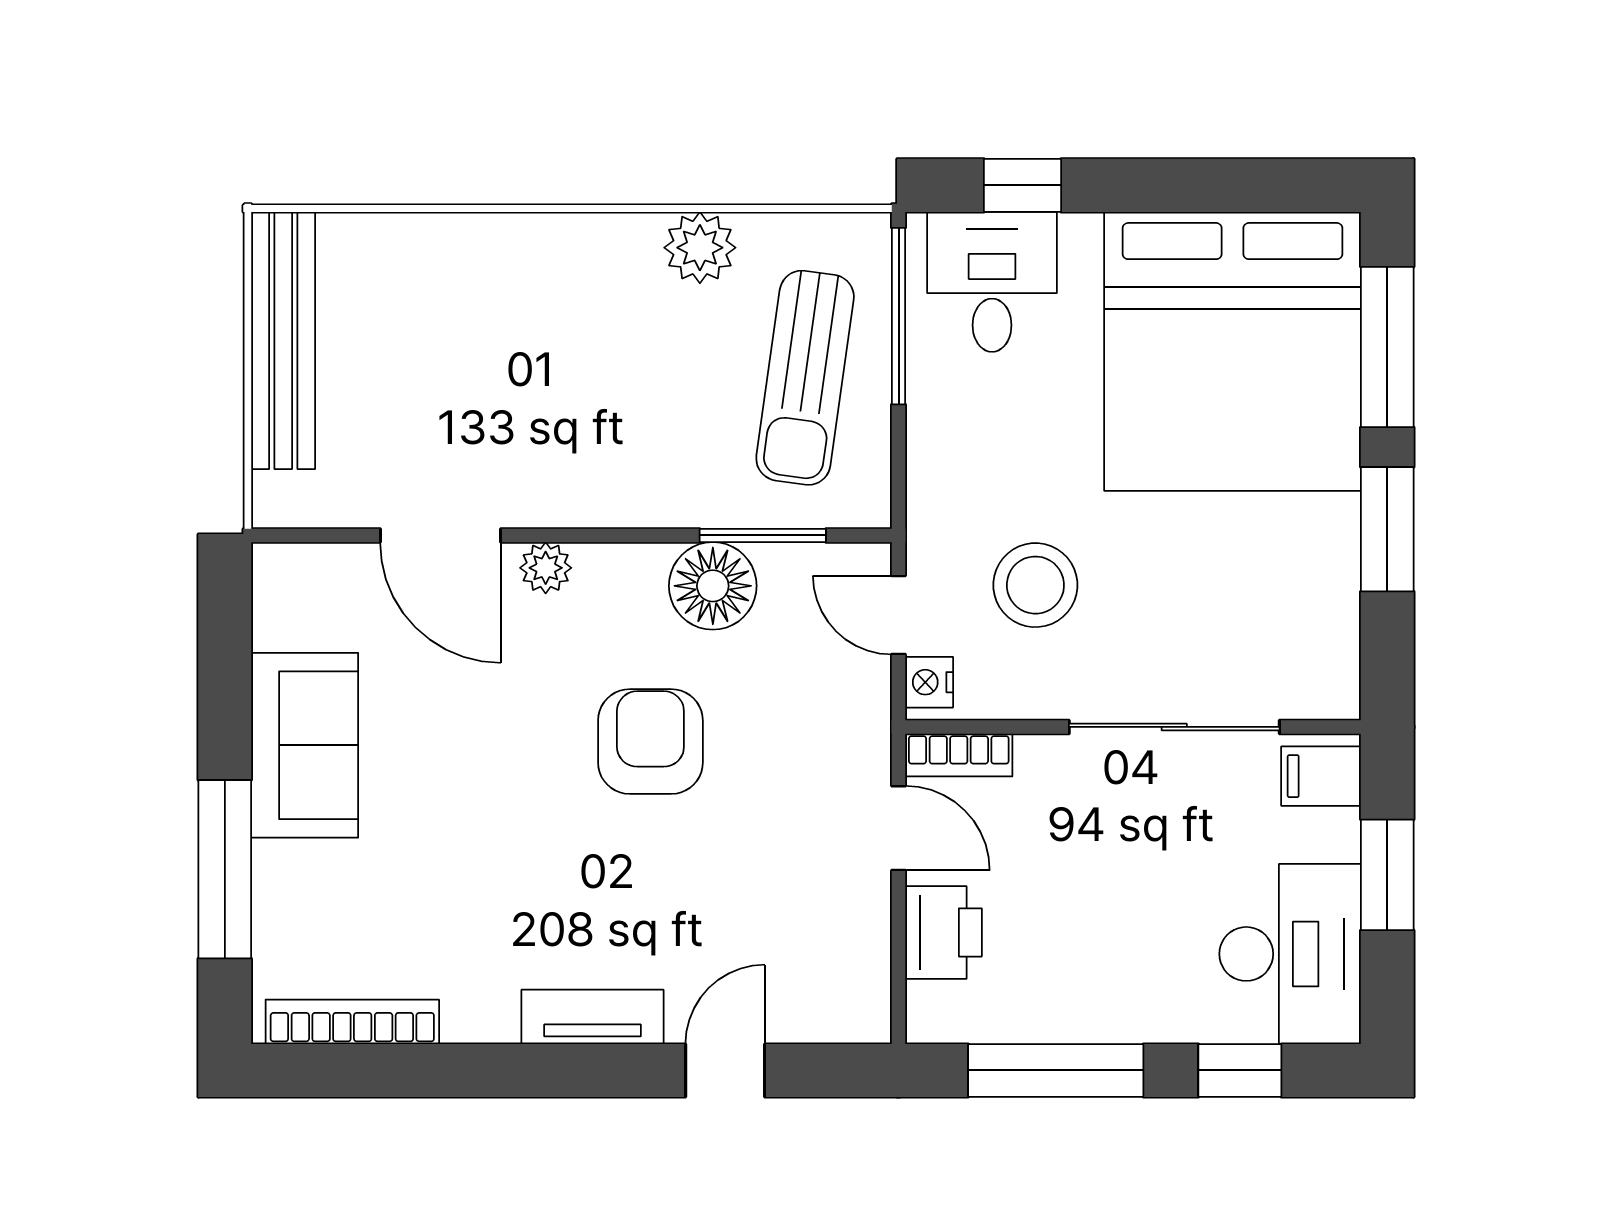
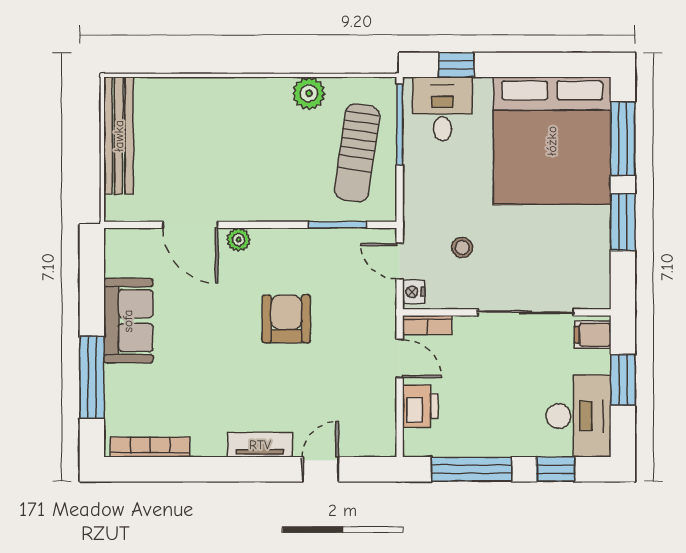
stool: (1035, 585) -> (462, 247), width x0.53, depth x0.53
floor lamp: (713, 586) -> (315, 248), removed

